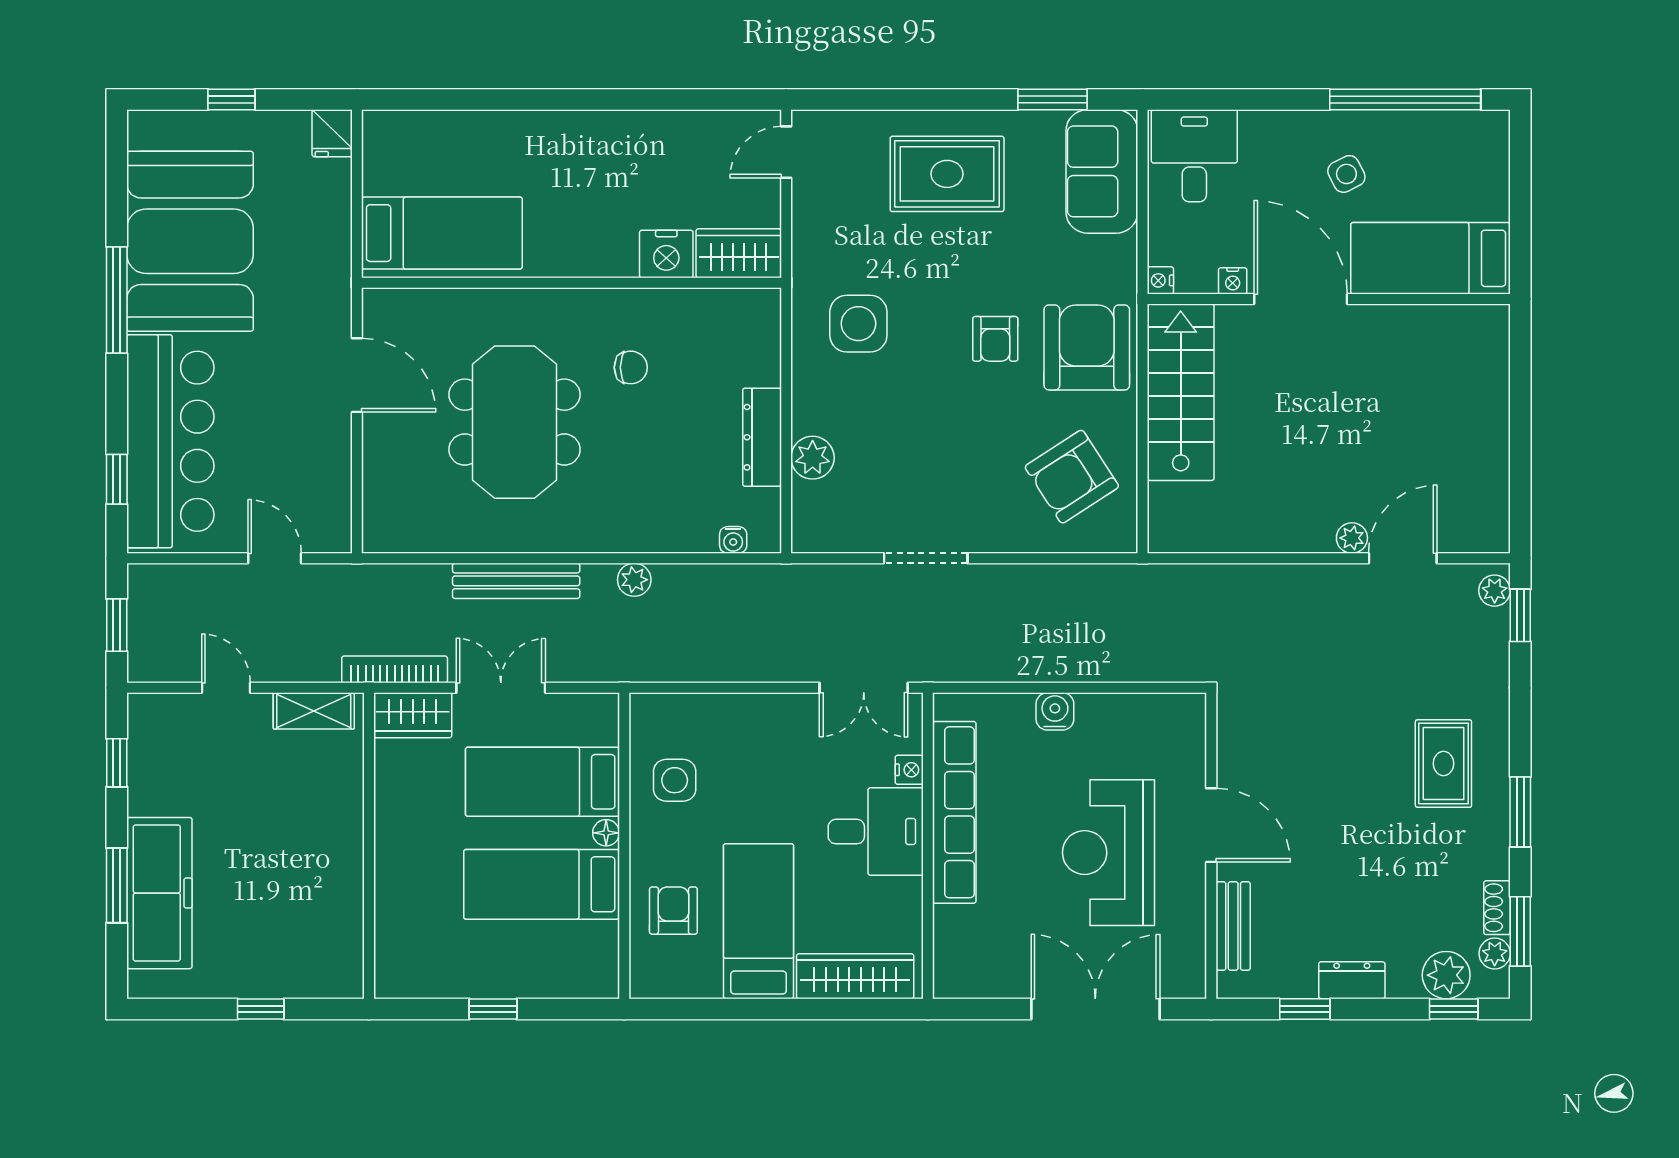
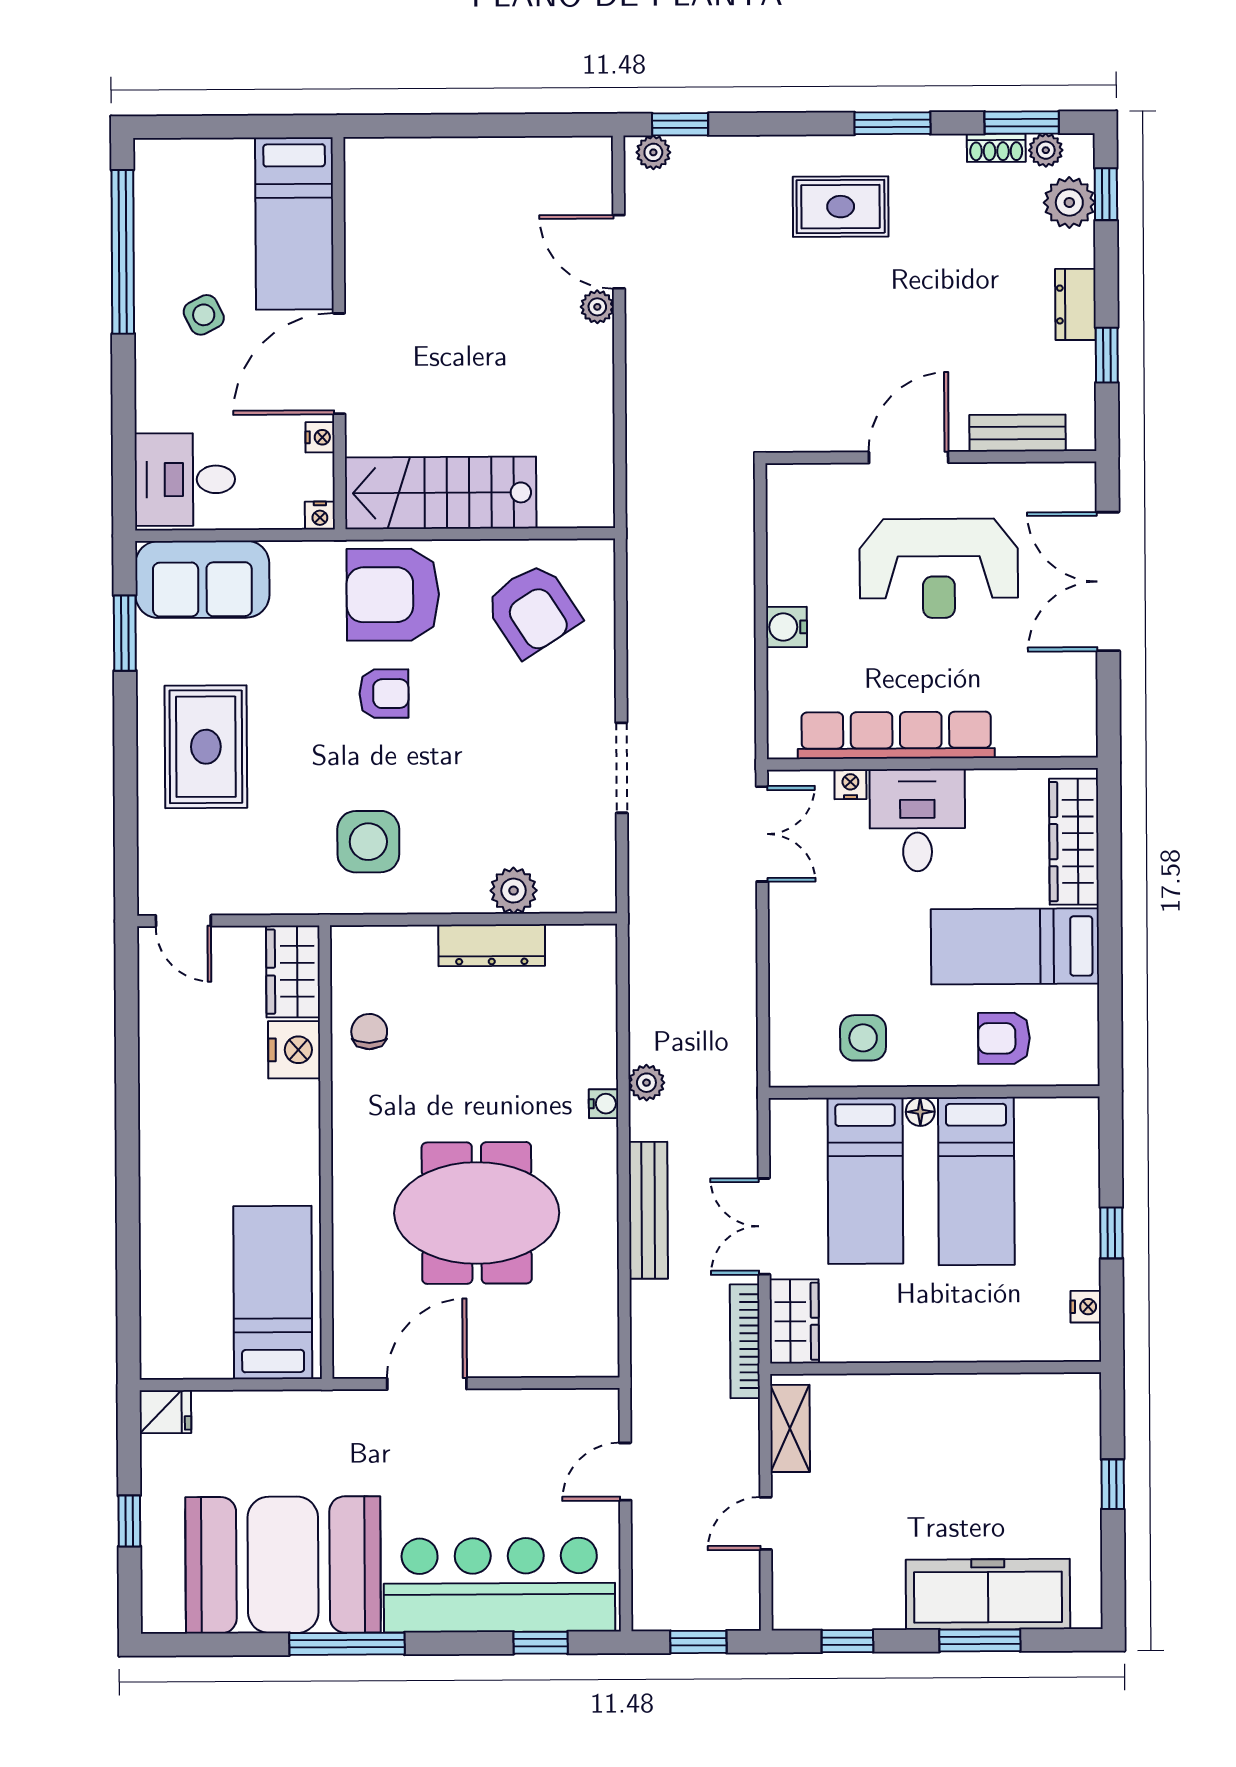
chair: (631, 367) -> (369, 1032), moved
water cooler: (733, 540) -> (604, 1104), moved
nightstand: (425, 985) -> (1086, 1307), added

